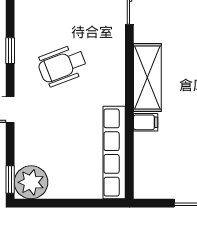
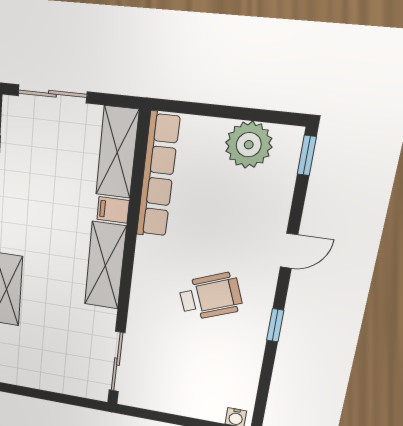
shelving: (147, 166) -> (117, 152), added
plant: (31, 182) -> (249, 145), moved

